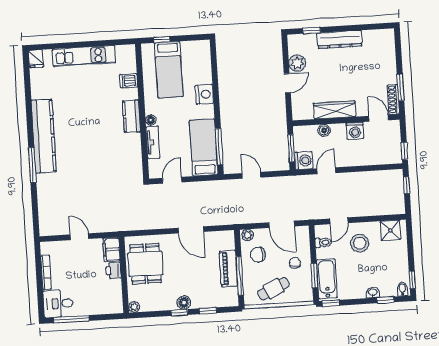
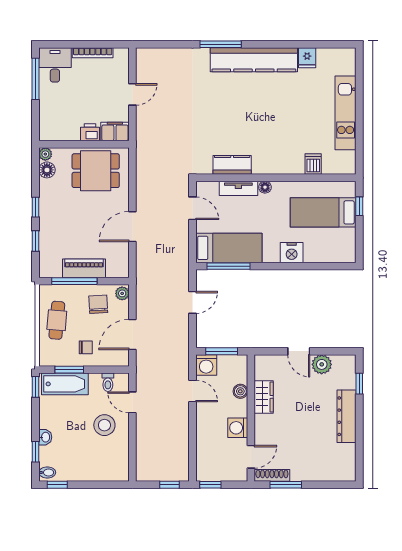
fridge: (36, 59) -> (307, 58), moved, turned -90
wardrobe: (334, 110) -> (264, 397), width x0.67
kitchen counter: (131, 116) -> (232, 165), moved
shower: (390, 230) -> (117, 463), removed
cafe table: (274, 289) -> (57, 320), turned 30
floor lamp: (184, 303) -> (47, 170), moved

